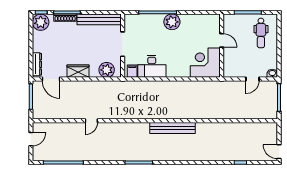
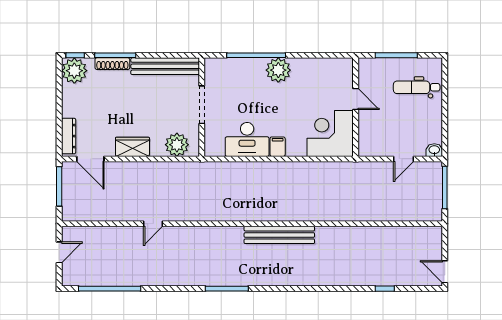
dental chair: (261, 33) -> (417, 87), turned 90
filing cabinet: (132, 71) -> (278, 147), moved

